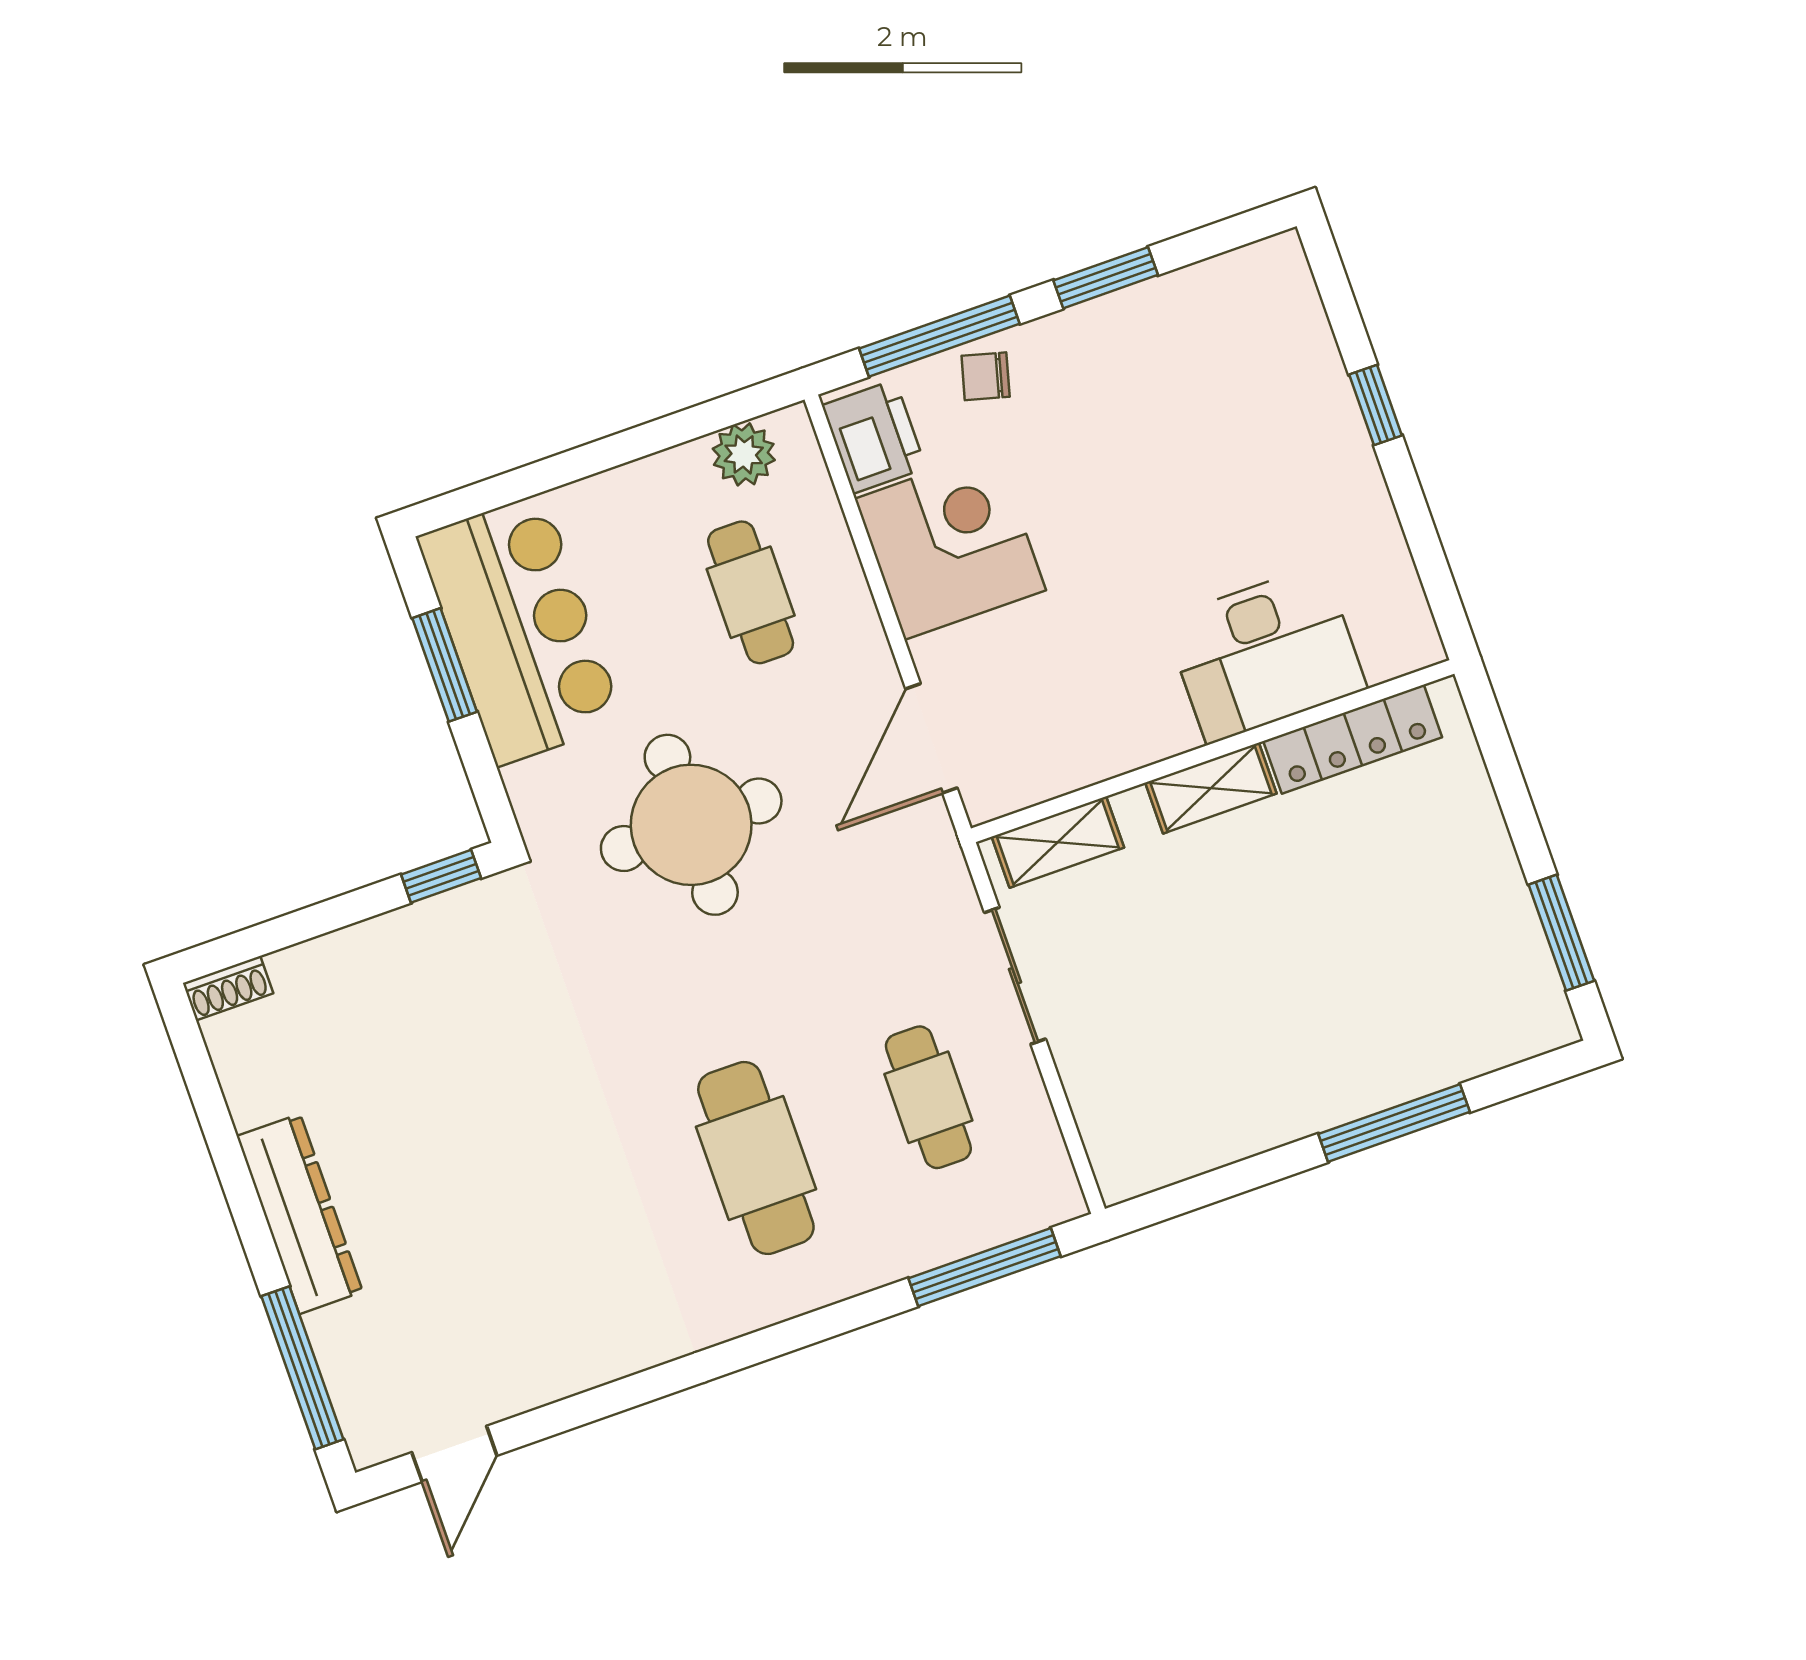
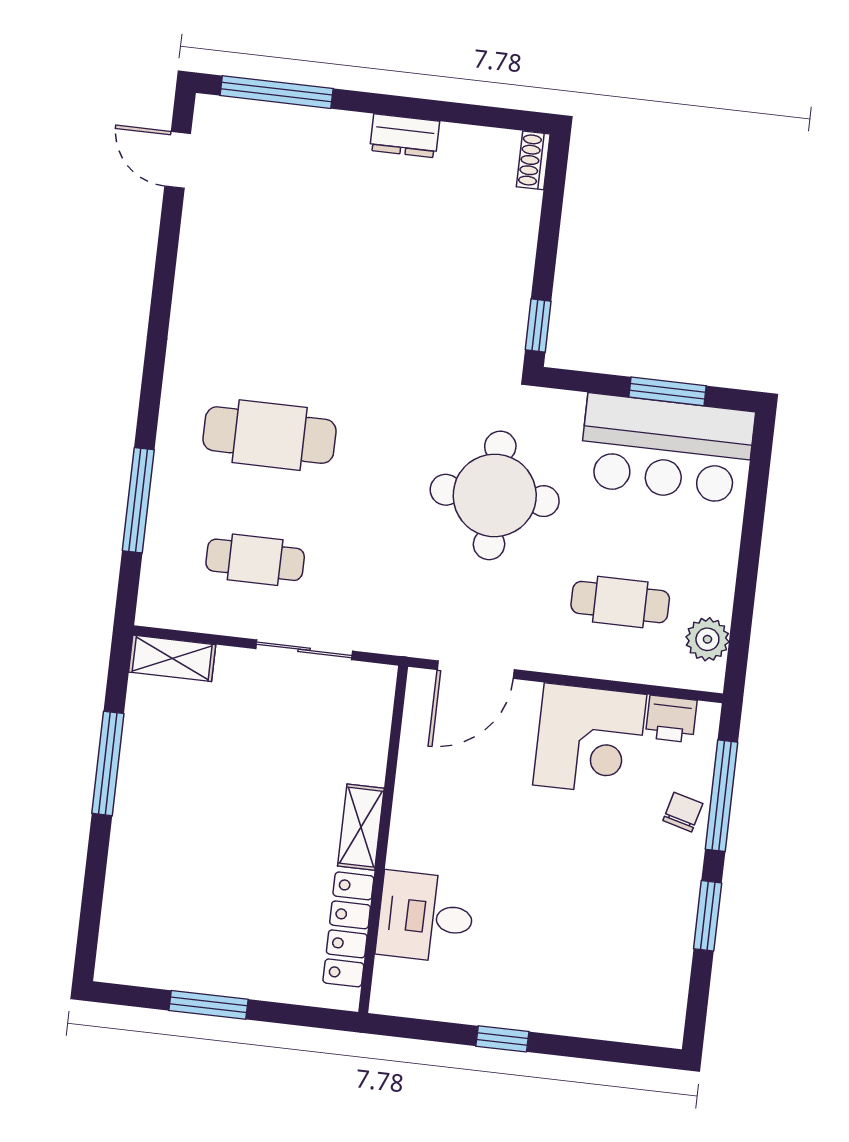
window: (1376, 405) -> (502, 1039), moved
printer: (874, 437) -> (671, 719), width x0.73, depth x0.81
desk: (1265, 654) -> (426, 917), width x0.73
door: (931, 738) -> (476, 670), swing flipped
shelving: (1058, 842) -> (172, 658), moved, turned 90
window: (1561, 933) -> (208, 1005), moved
window: (1394, 1123) -> (108, 763), moved
dresser: (300, 1214) -> (405, 136), width x0.51, depth x0.80
window: (985, 1267) -> (138, 500), moved

